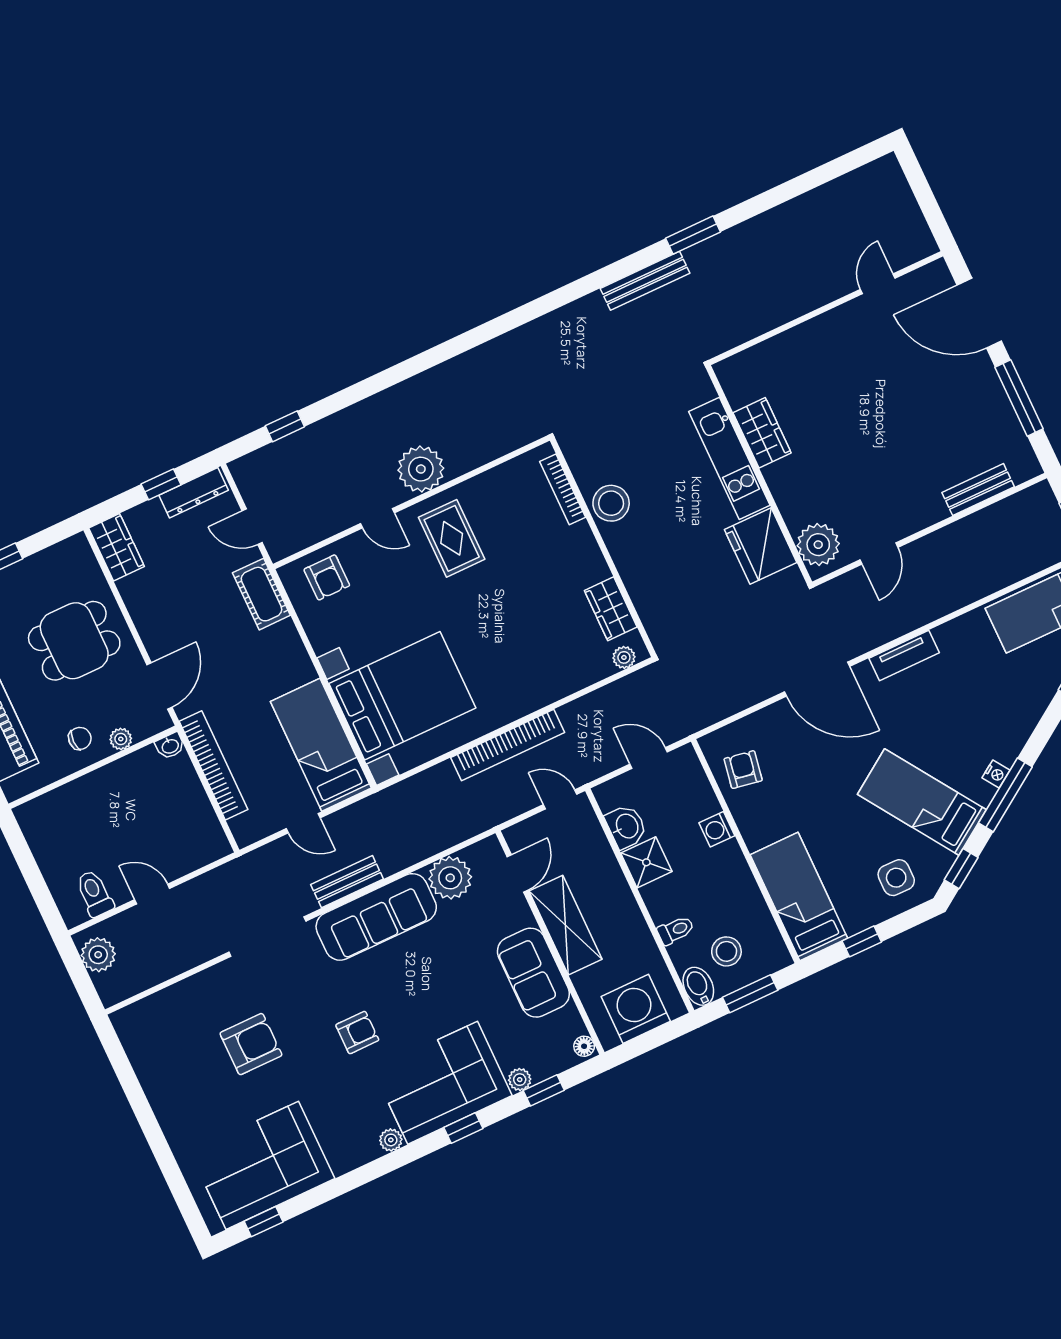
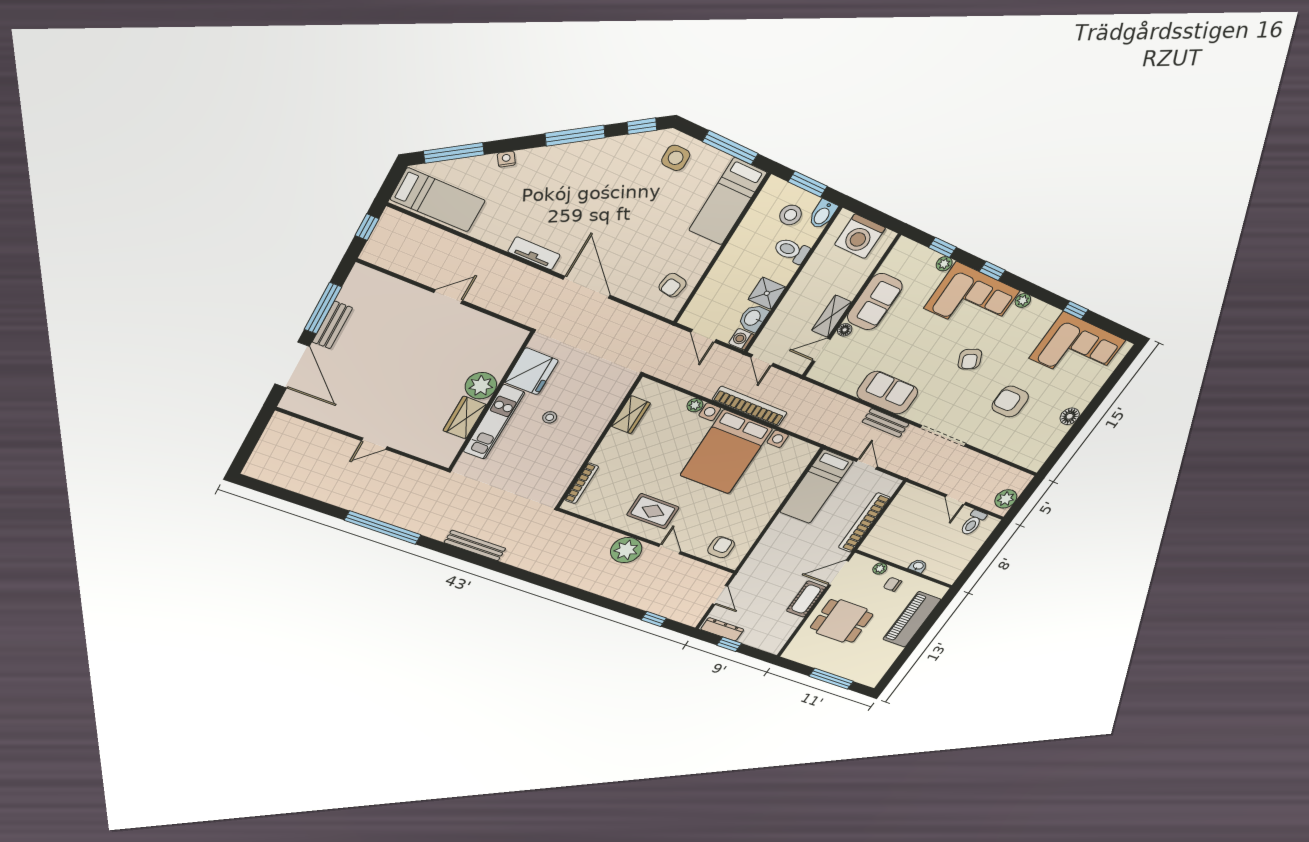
window: (693, 235) -> (383, 528), width x2.11
bench: (645, 281) -> (475, 545), moved
door: (878, 284) -> (374, 444), moved
bench: (978, 490) -> (332, 325), moved, turned 90
stool: (611, 503) -> (550, 417), moved, width x0.53, depth x0.53
rug: (452, 538) -> (653, 511), turned 90
plant: (818, 545) -> (481, 386), moved
wardrobe: (116, 547) -> (778, 638), removed
door: (879, 554) -> (448, 297), moved
cot: (261, 594) -> (806, 599), moved
plant: (624, 657) -> (695, 405), moved
bed with nightstands: (402, 696) -> (726, 452), moved, turned -90
washbasin: (170, 746) -> (918, 566), moved
nightstand: (996, 774) -> (506, 159), moved
bed: (922, 802) -> (617, 178), removed
washing machine: (717, 829) -> (741, 339), moved, turned 180
plant: (450, 878) -> (848, 379), removed
sofa: (376, 917) -> (887, 393), width x0.73
shelving: (566, 925) -> (831, 316), width x0.67, depth x0.75
toilet: (676, 930) -> (791, 250), width x1.37, depth x1.39
window: (862, 941) -> (730, 148), width x2.17
armchair: (357, 1033) -> (970, 359), turned -116
floor lamp: (584, 1046) -> (845, 330), moved
floor lamp: (165, 1102) -> (1070, 416), added
window: (264, 1222) -> (1076, 310), moved

